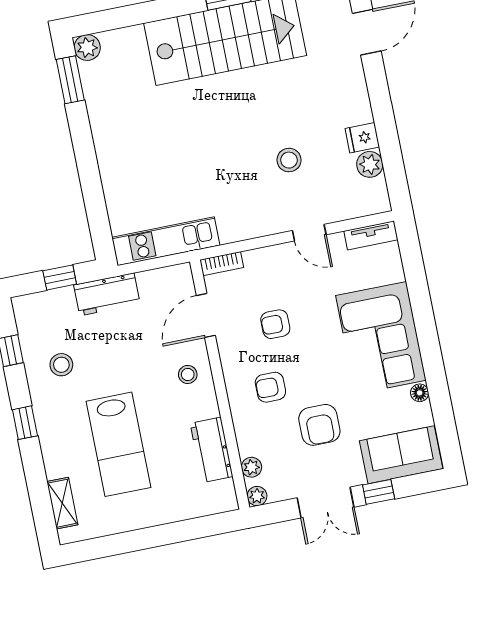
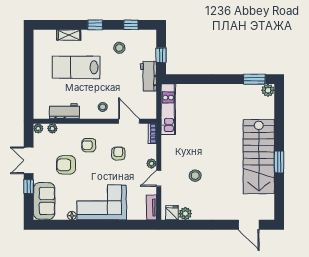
fridge: (362, 138) -> (172, 213), moved
plant: (282, 253) -> (151, 163), added
armchair: (270, 387) -> (89, 145), turned -90
shelving: (62, 503) -> (69, 35), moved

